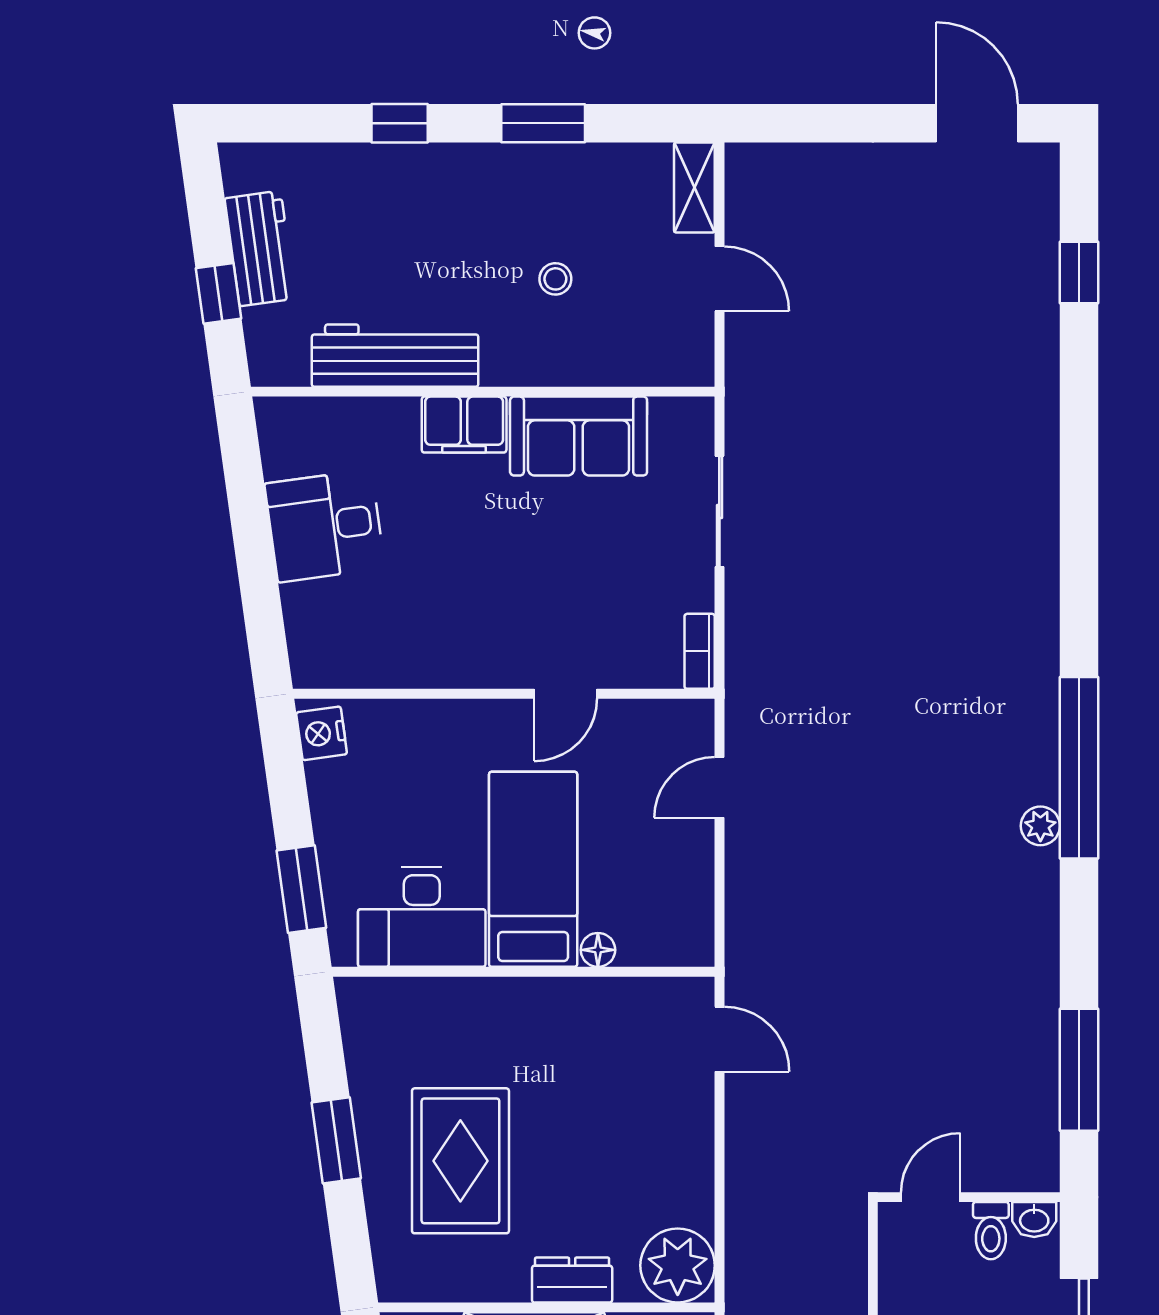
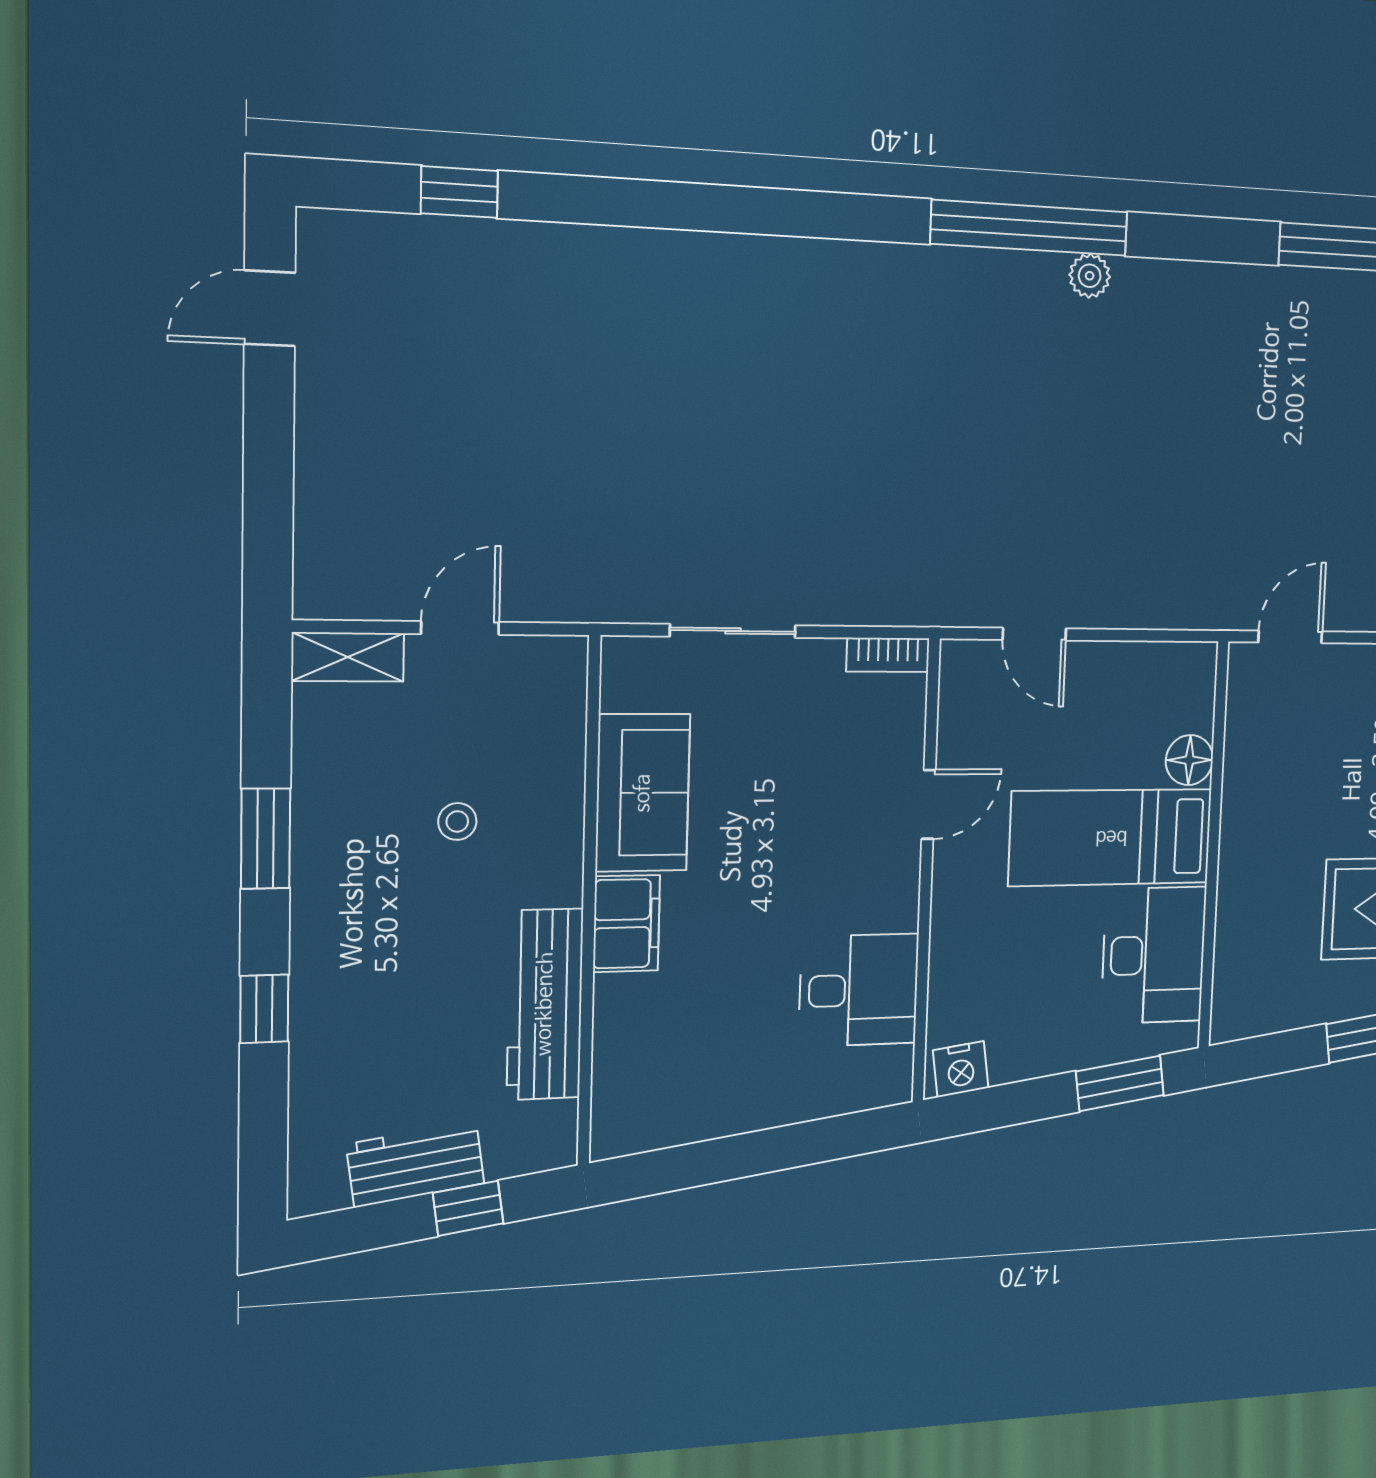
door: (977, 123) -> (270, 308), width x0.73
desk: (325, 526) -> (859, 990), moved, turned -82
door: (566, 694) -> (929, 804), hinge flipped
floor lamp: (598, 950) -> (1189, 760), width x1.37, depth x1.37

